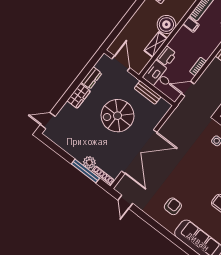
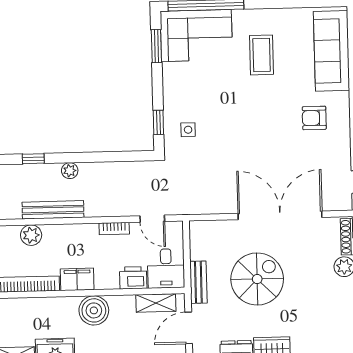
filing cabinet: (191, 25) -> (77, 279), width x2.00
shelving: (156, 44) -> (156, 303), moved
bench: (148, 93) -> (198, 282), moved
spiral stairs: (118, 116) -> (257, 279), turned -90

